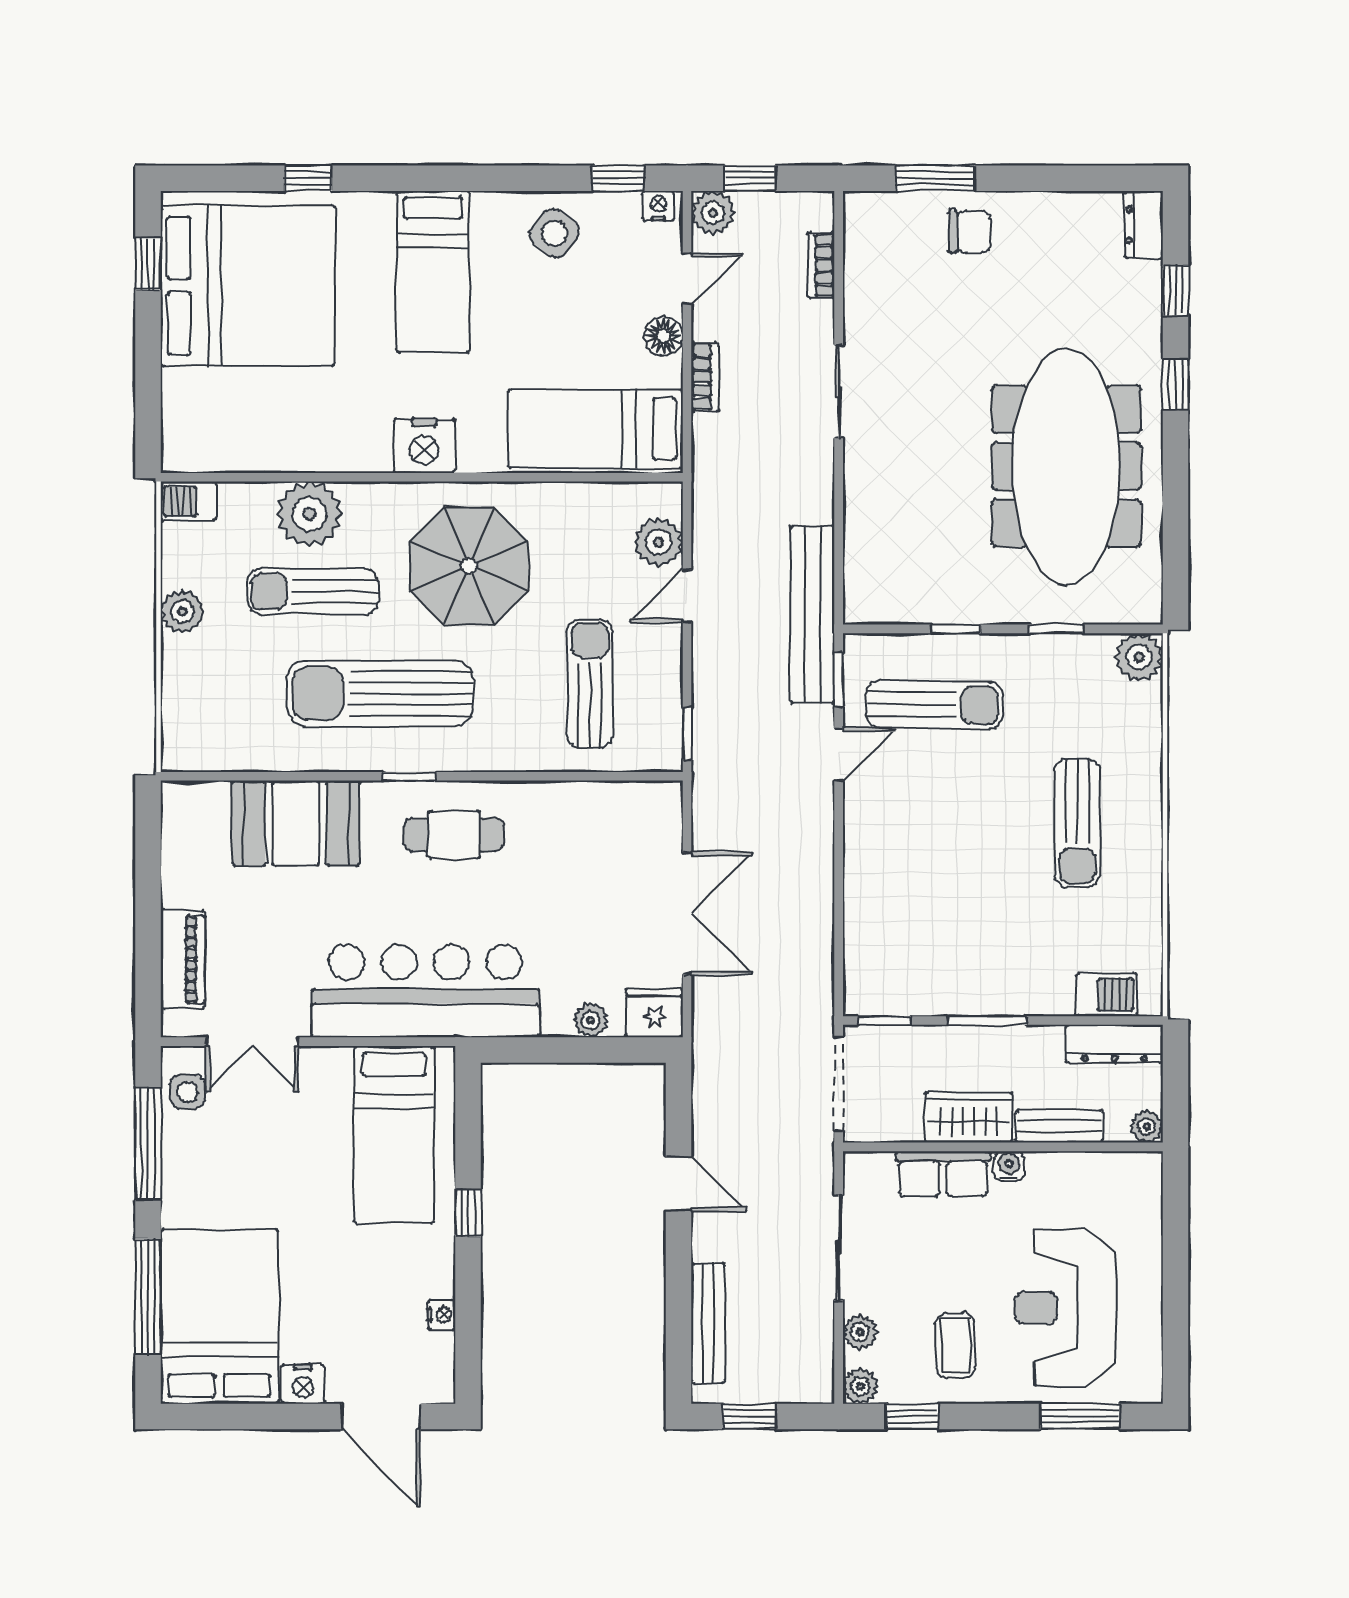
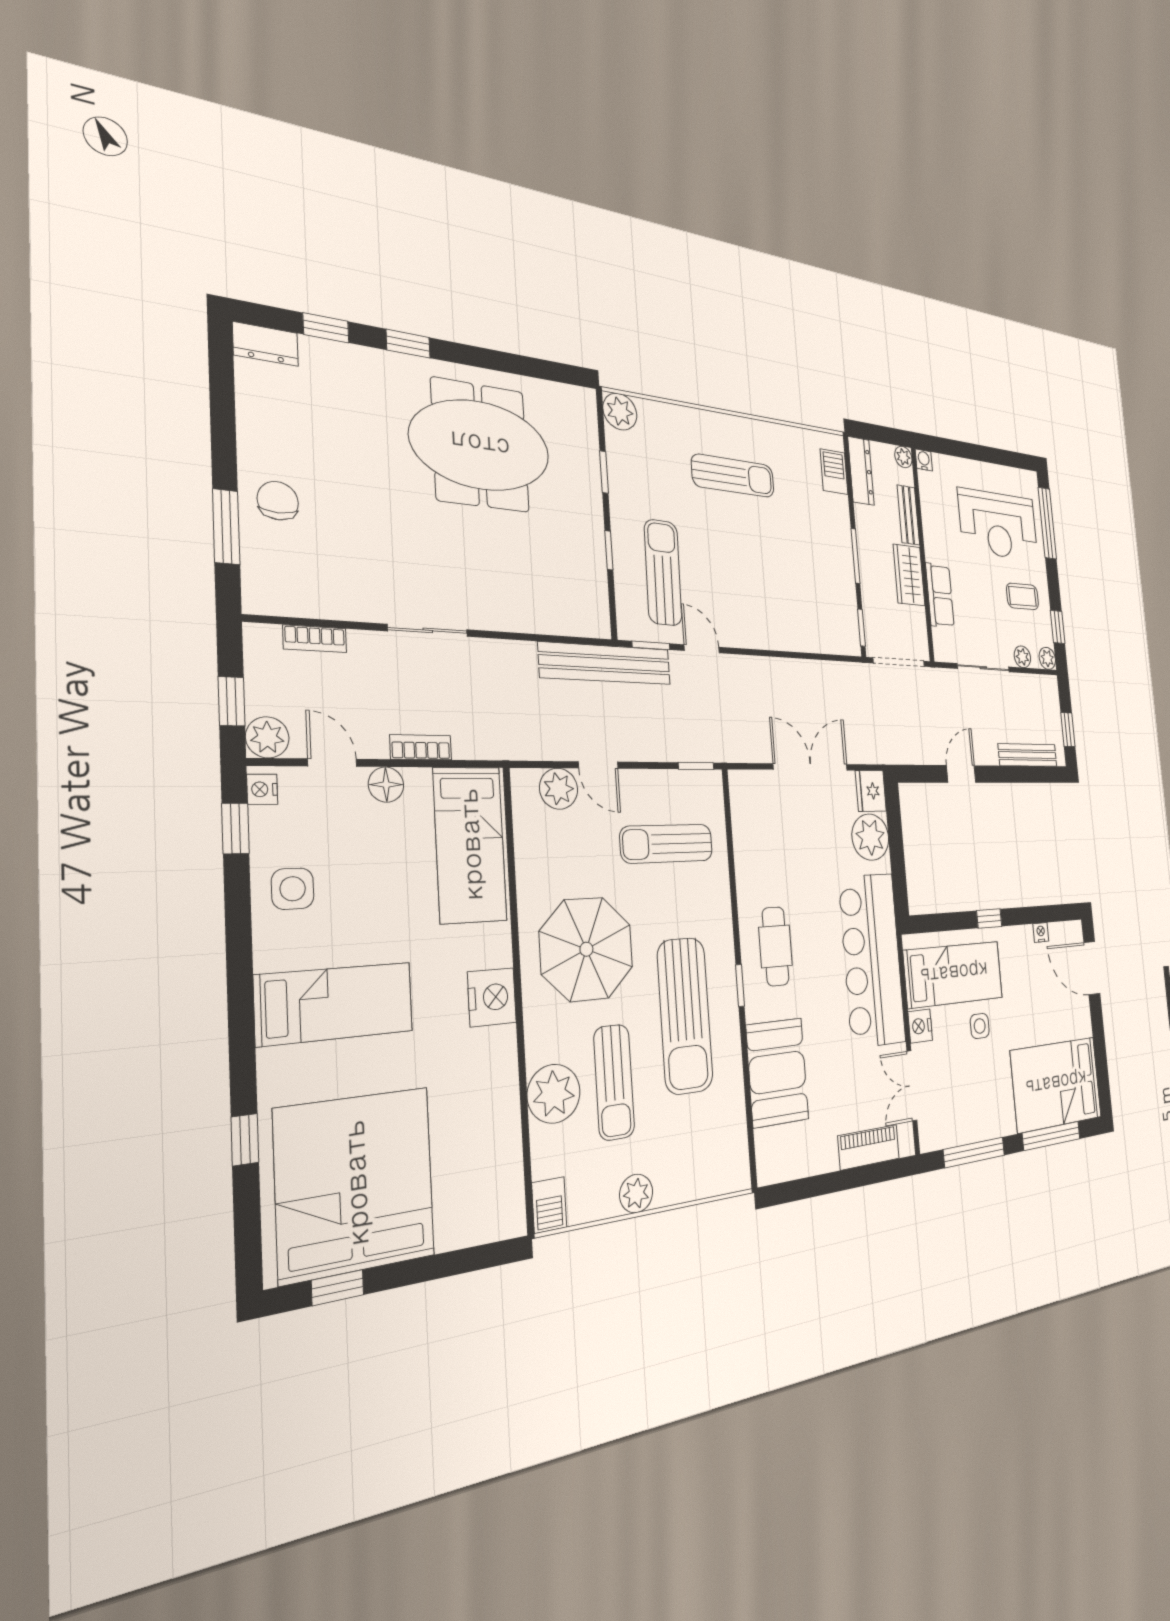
side table: (555, 233) -> (293, 889), turned -37
meeting table: (1066, 466) -> (480, 445), width x0.73
plant: (591, 1020) -> (870, 837), width x1.88, depth x1.88
double door: (252, 1042) -> (912, 1086), swing flipped
side table: (187, 1092) -> (980, 1026), moved
water cooler: (1009, 1166) -> (924, 460), moved, turned 90
nightstand: (303, 1384) -> (920, 1026), moved, turned 180
door: (381, 1416) -> (1092, 968), swing flipped
window: (1080, 1416) -> (1047, 523), width x1.44

